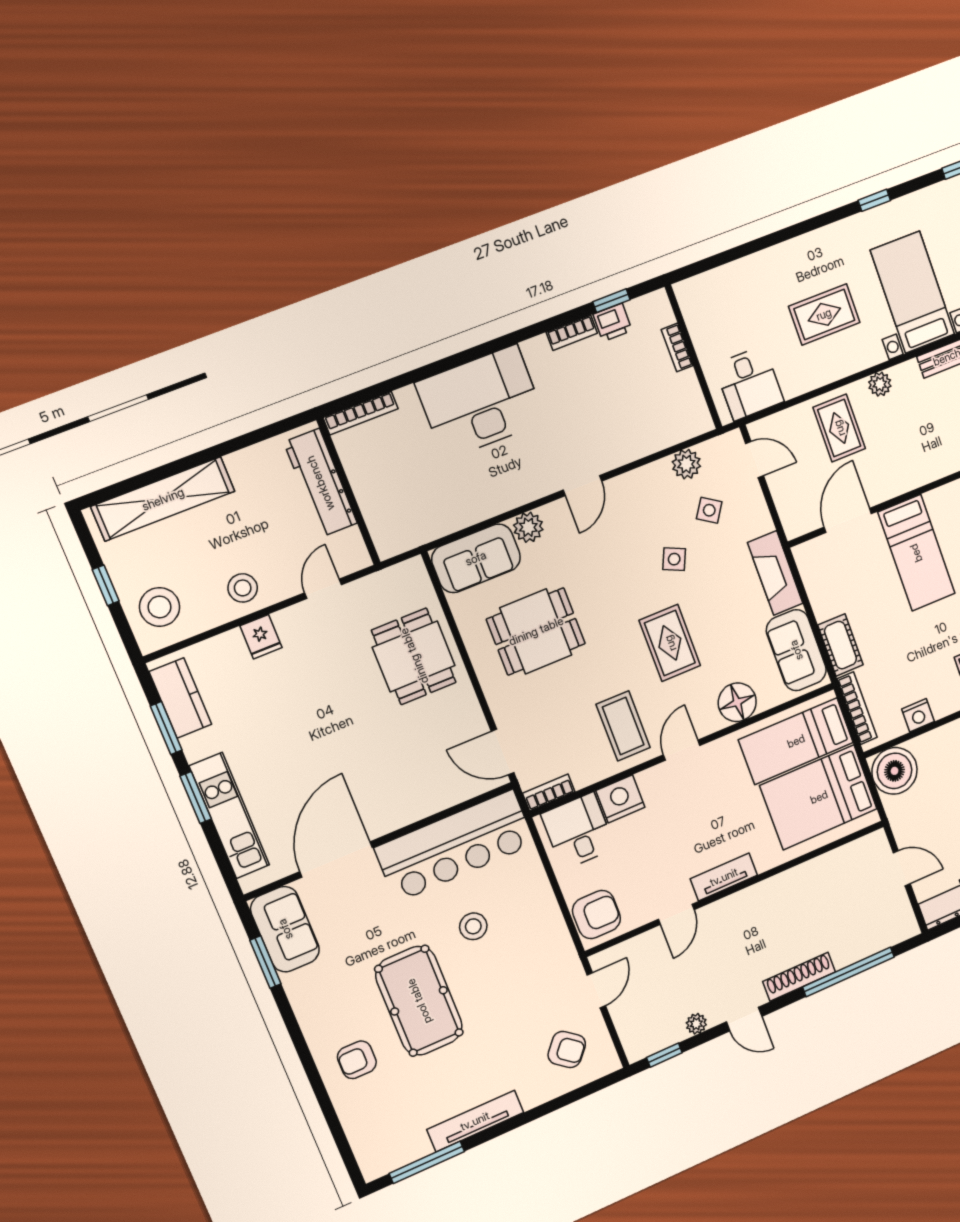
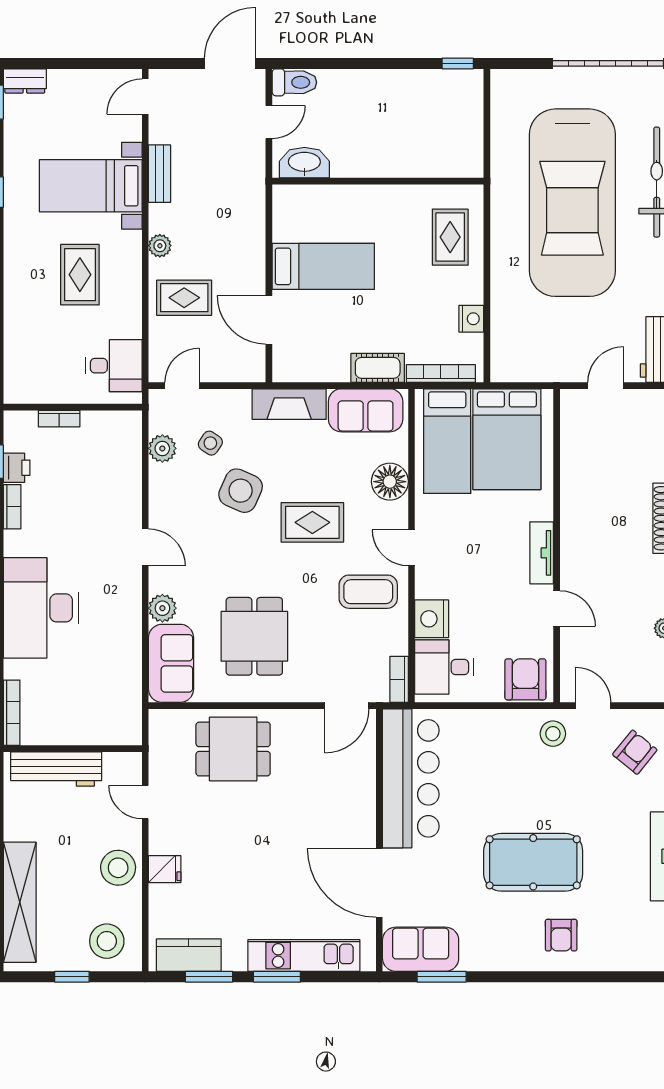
side table: (674, 559) -> (241, 491), width x1.87, depth x1.87
stool: (243, 588) -> (118, 868), width x1.38, depth x1.38
boiler: (895, 771) -> (513, 359), removed
stool: (473, 926) -> (553, 734), moved

